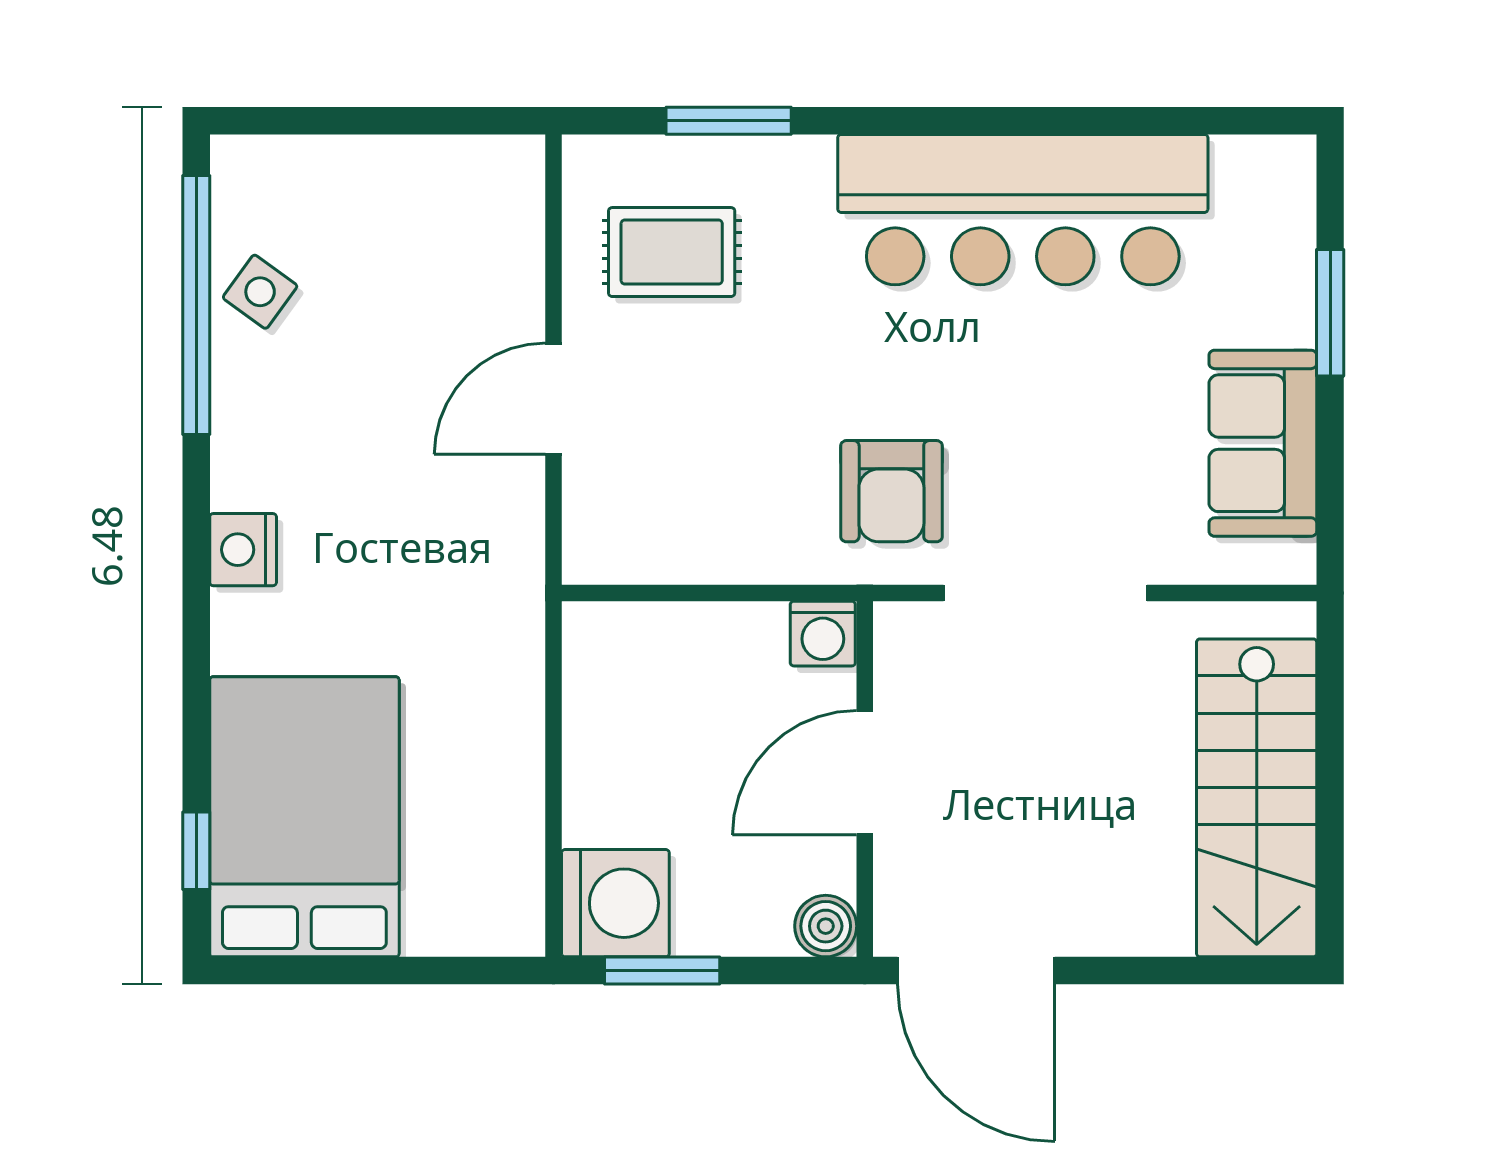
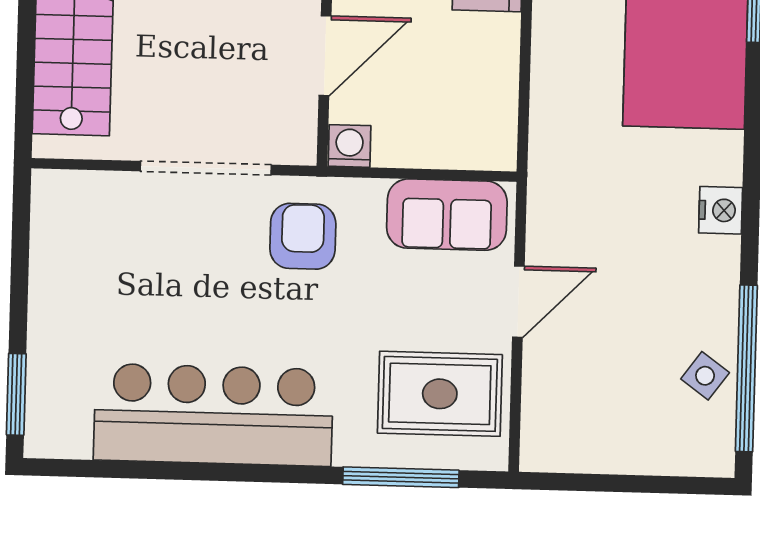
window: (729, 121) -> (401, 477), width x1.44
rug: (672, 252) -> (440, 394), width x1.36, depth x1.43
window: (1330, 313) -> (16, 394), moved
sofa: (1263, 443) -> (447, 215), moved, turned 90

